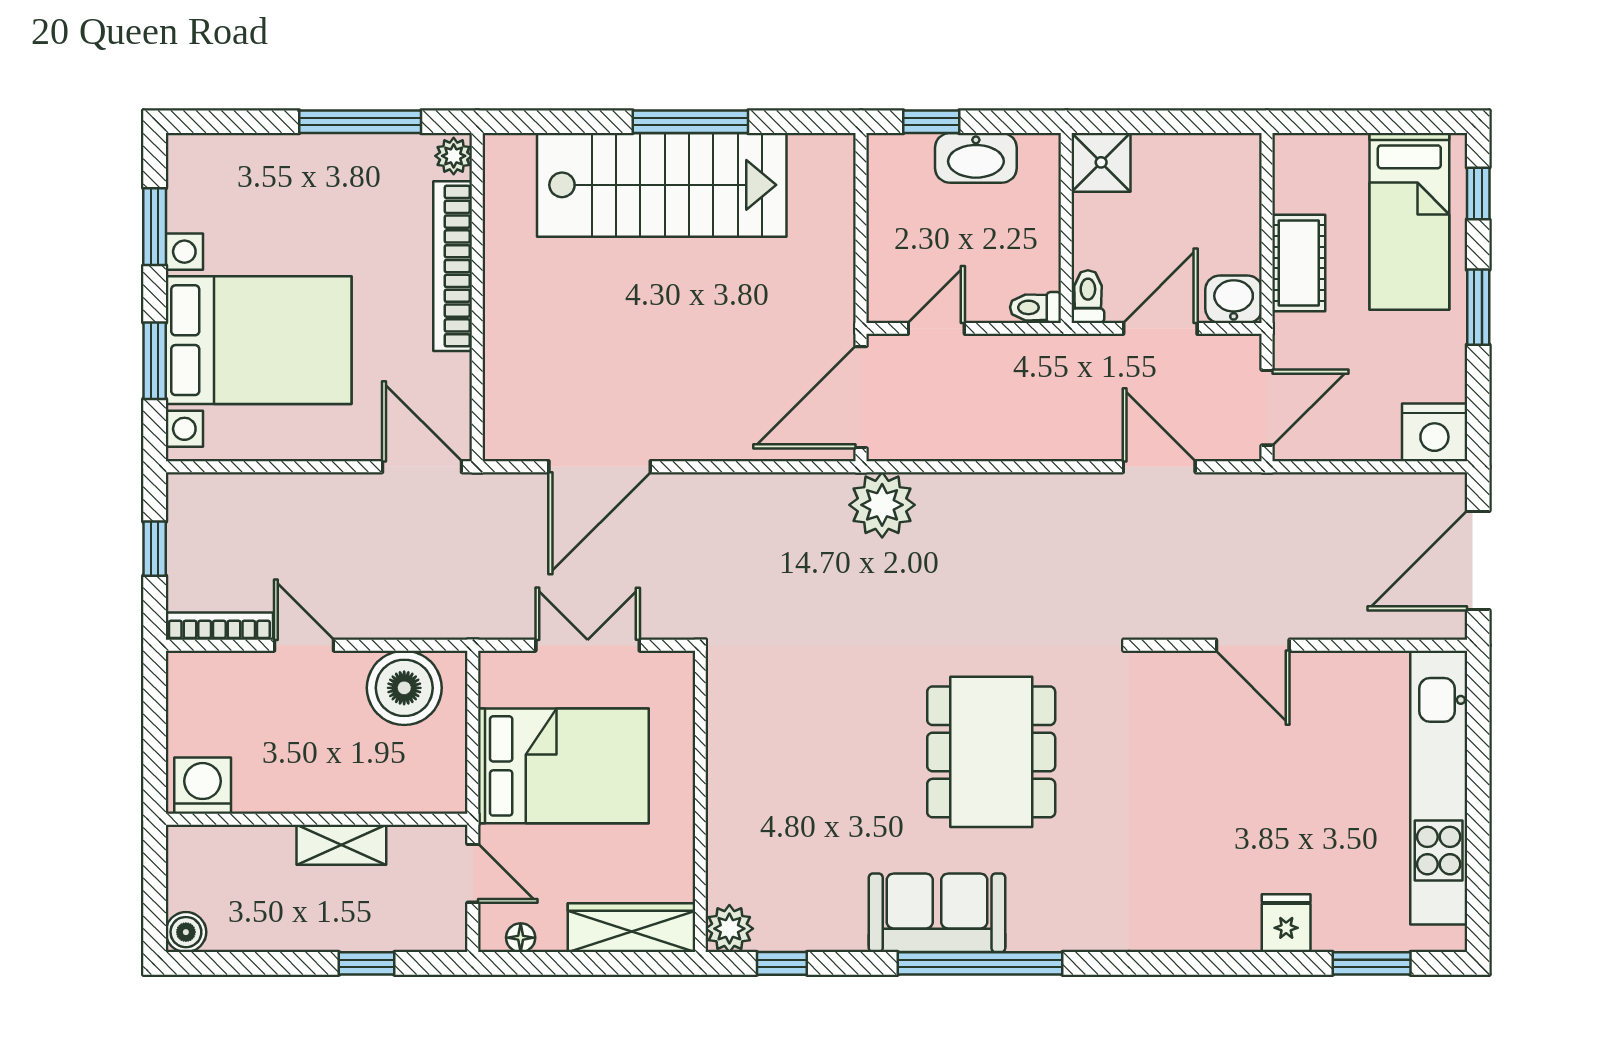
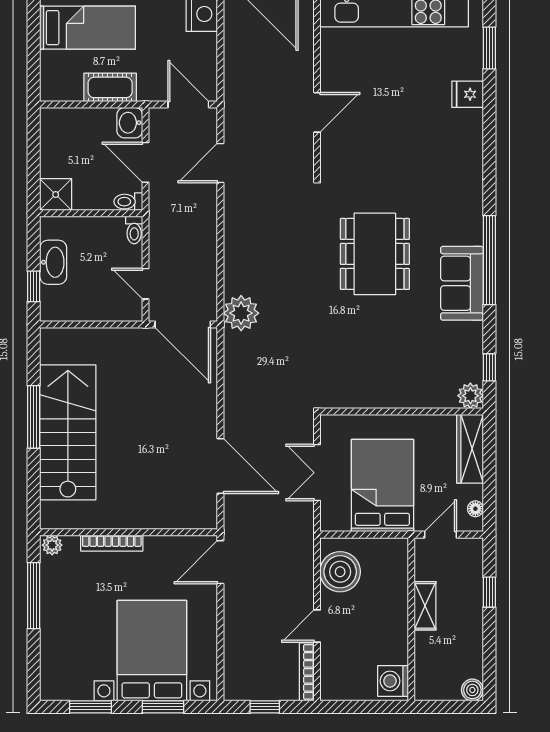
bookcase: (453, 266) -> (112, 543), width x0.68, depth x0.76
dining table: (991, 752) -> (375, 254), turned 90

